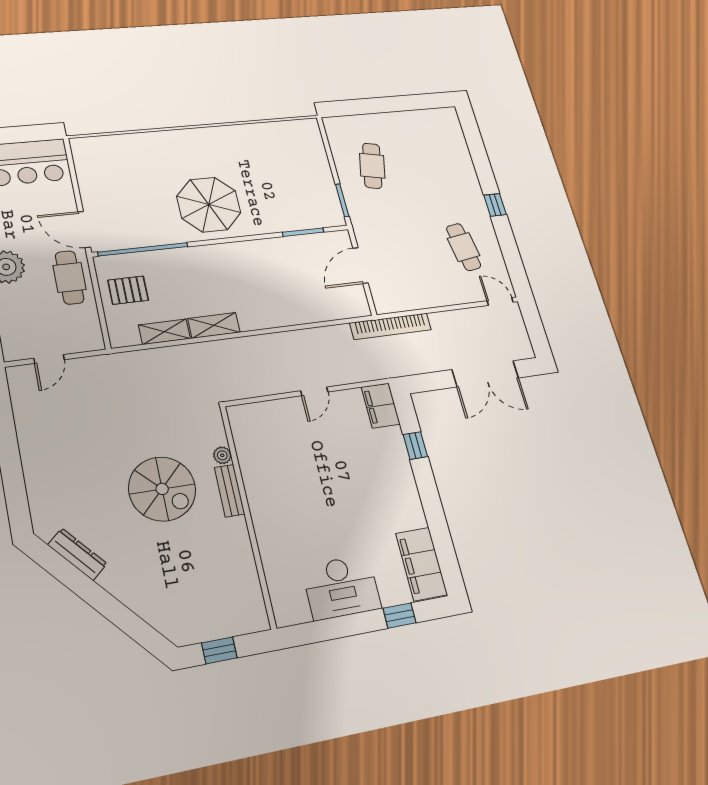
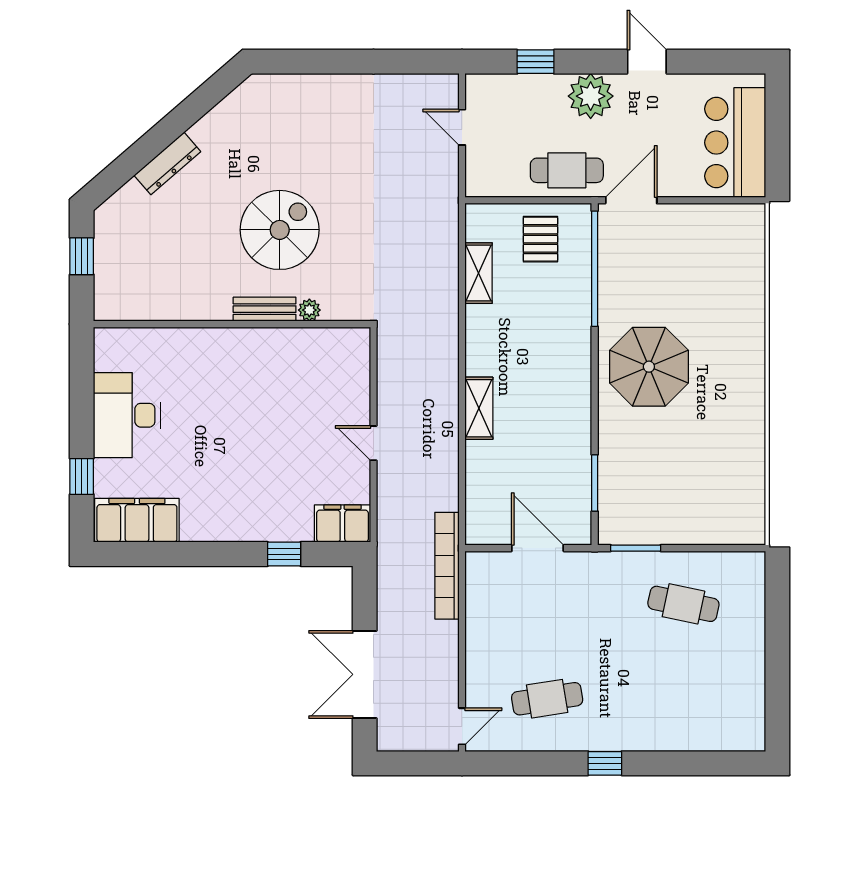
shelving: (214, 325) -> (479, 408), moved
spiral stairs: (162, 489) -> (280, 230), turned 180
dresser: (77, 554) -> (167, 163), moved

